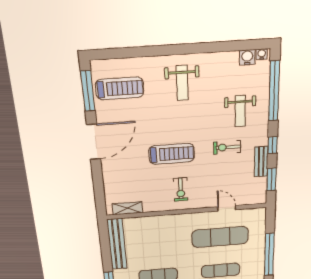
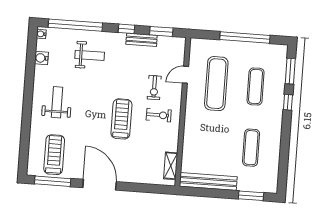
water cooler: (247, 57) -> (41, 58), moved
weight bench: (182, 83) -> (57, 102), turned -90
exercise bike: (227, 147) -> (154, 88), moved

